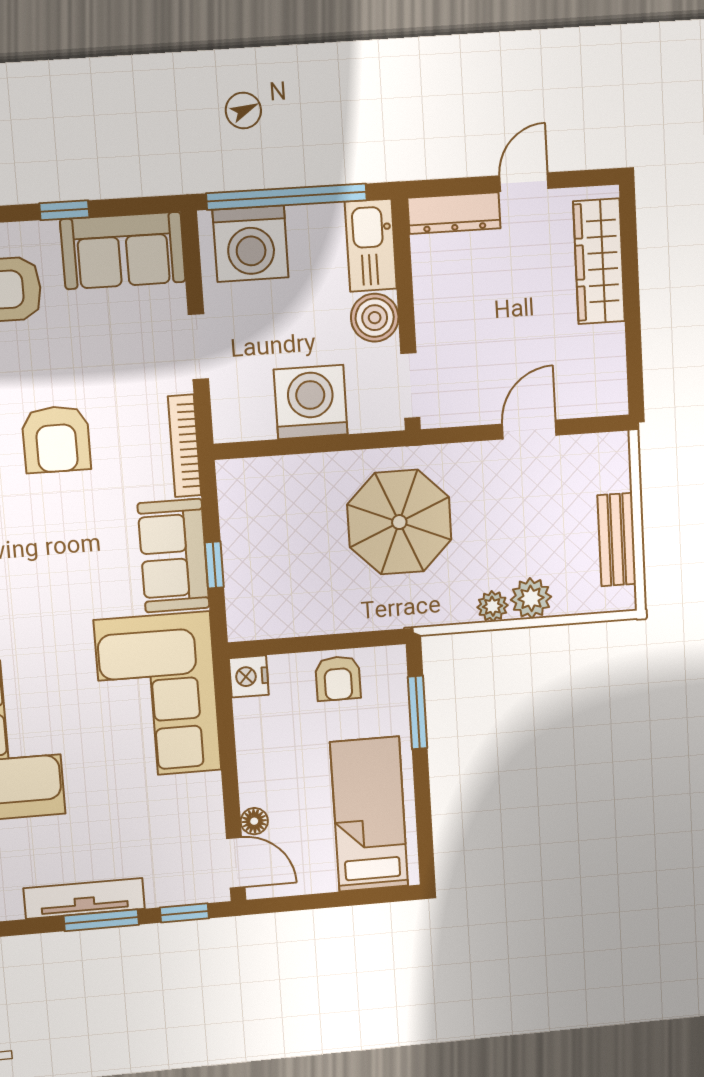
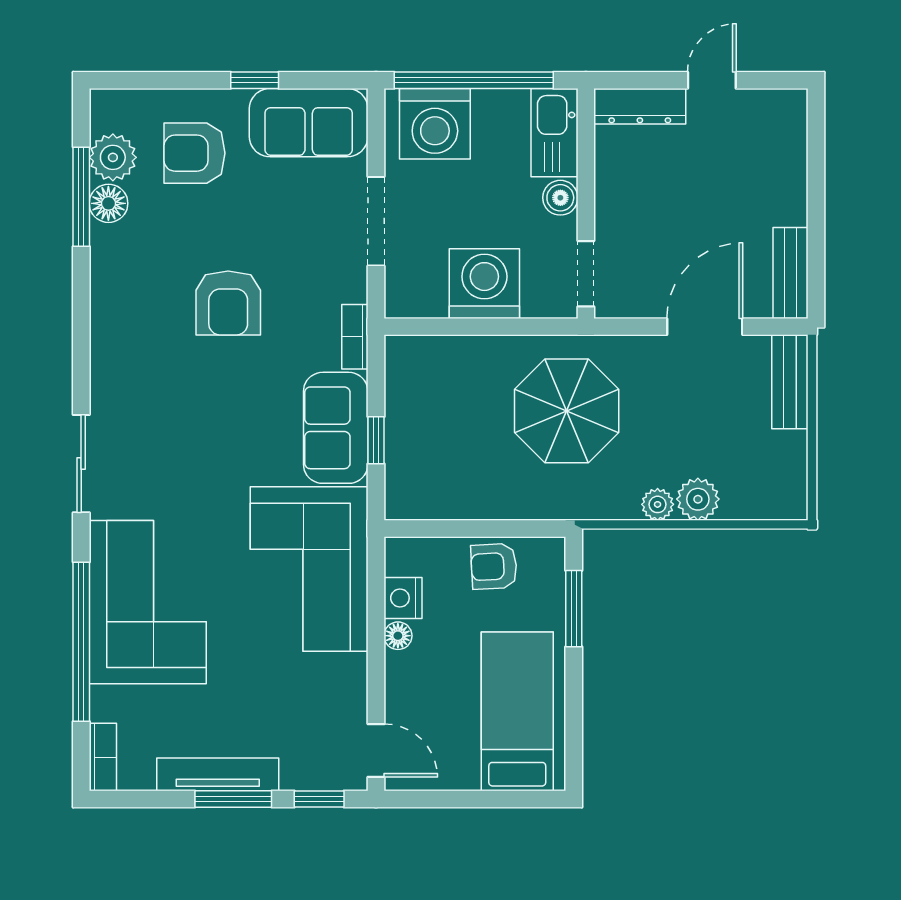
wardrobe: (599, 261) -> (784, 163), removed
boiler: (375, 318) -> (560, 198), width x0.73, depth x0.73
doorway: (198, 347) -> (376, 221), width x1.38
bench: (610, 371) -> (791, 273), added
door: (529, 430) -> (705, 327), width x1.38
bookcase: (185, 446) -> (355, 337), width x0.64
bench: (617, 540) -> (790, 382), moved
nightstand: (249, 676) -> (403, 598), moved
armchair: (338, 678) -> (494, 566), turned 87
floor lamp: (254, 821) -> (398, 636), moved

